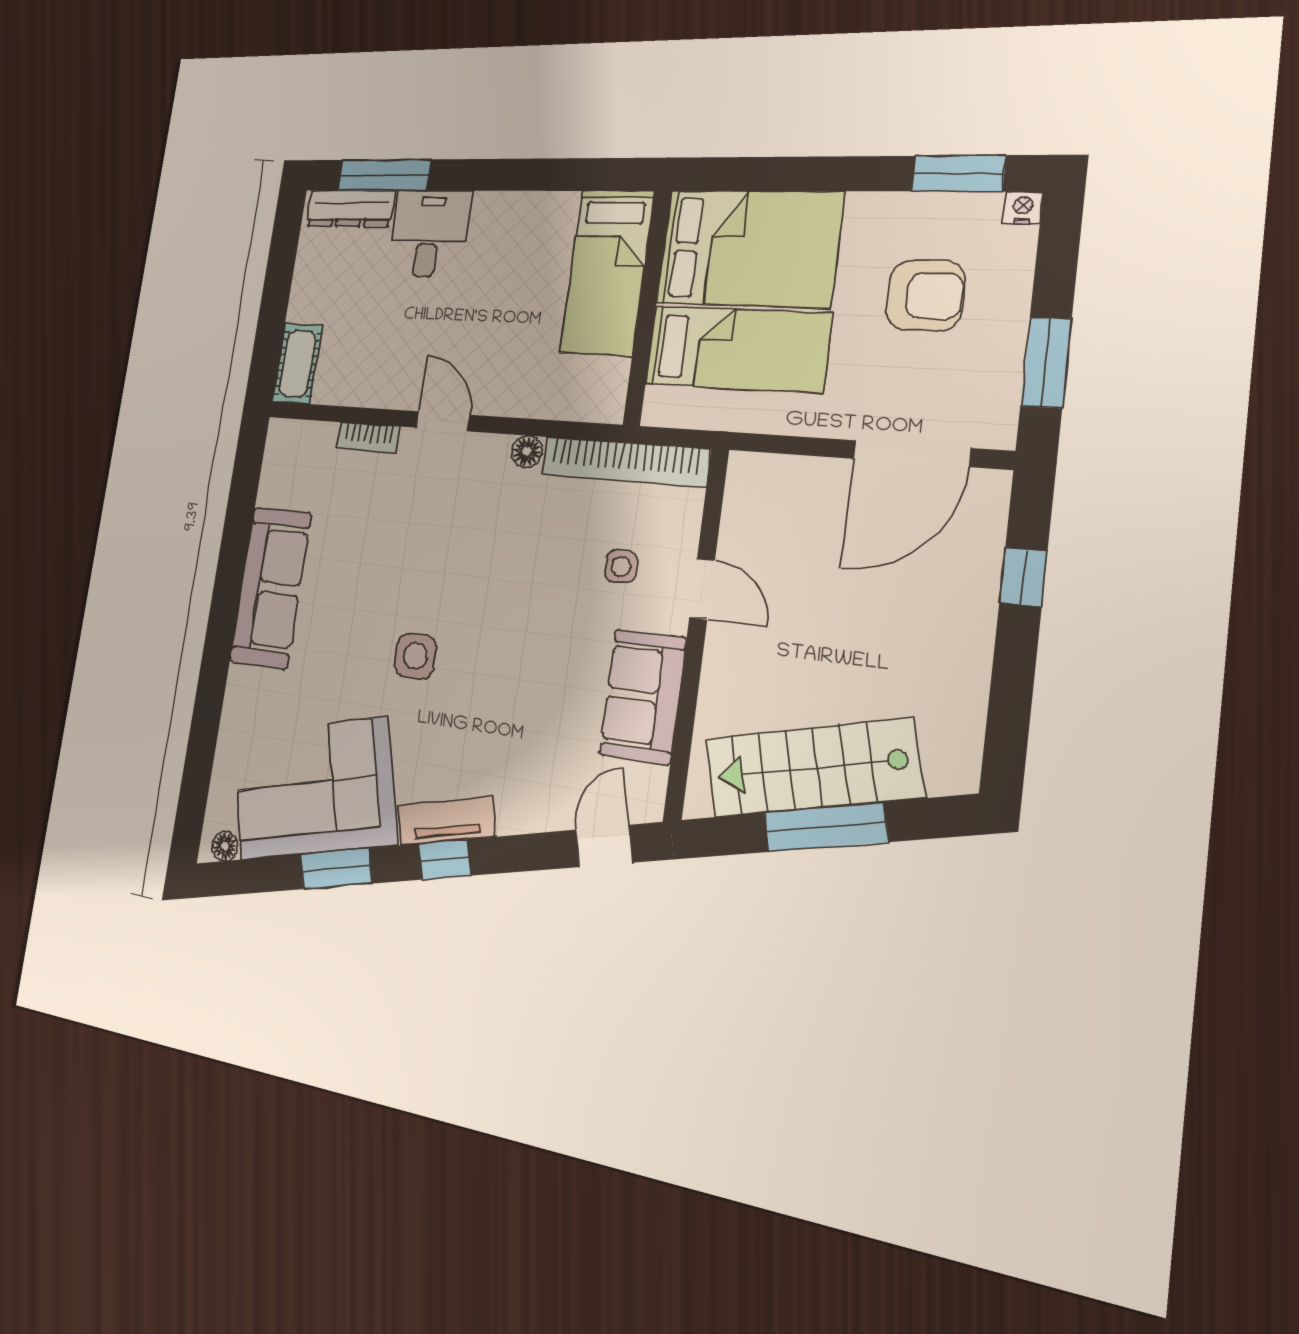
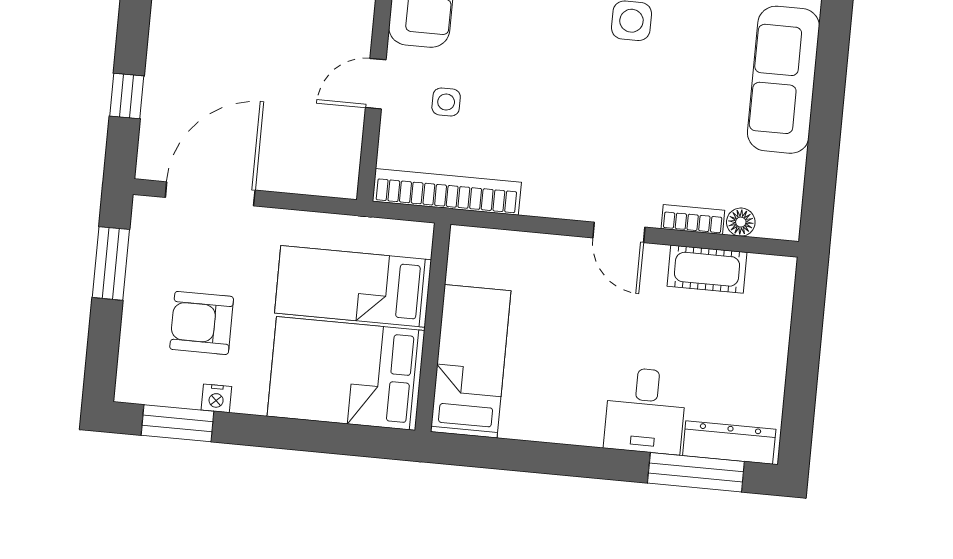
nightstand: (1023, 208) -> (216, 398), moved
cot: (297, 364) -> (707, 269), moved, turned 90
floor lamp: (527, 452) -> (741, 222), moved
door: (702, 589) -> (376, 84), hinge flipped

